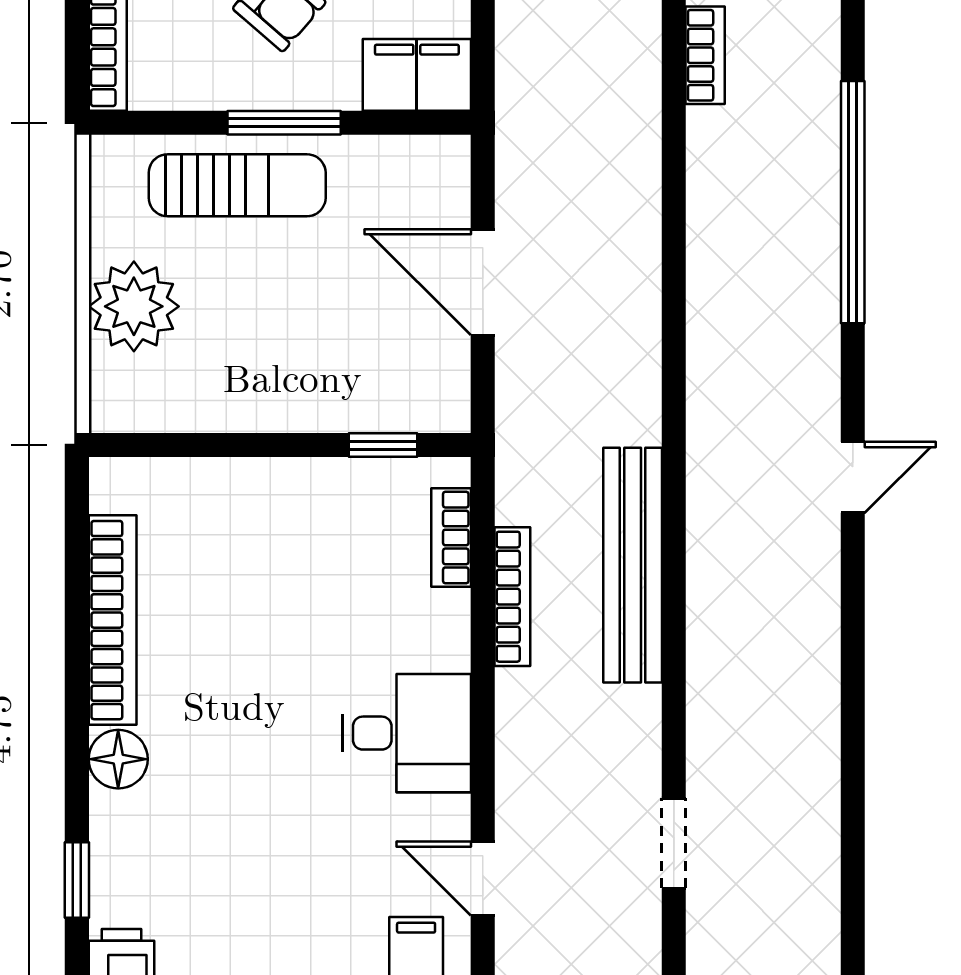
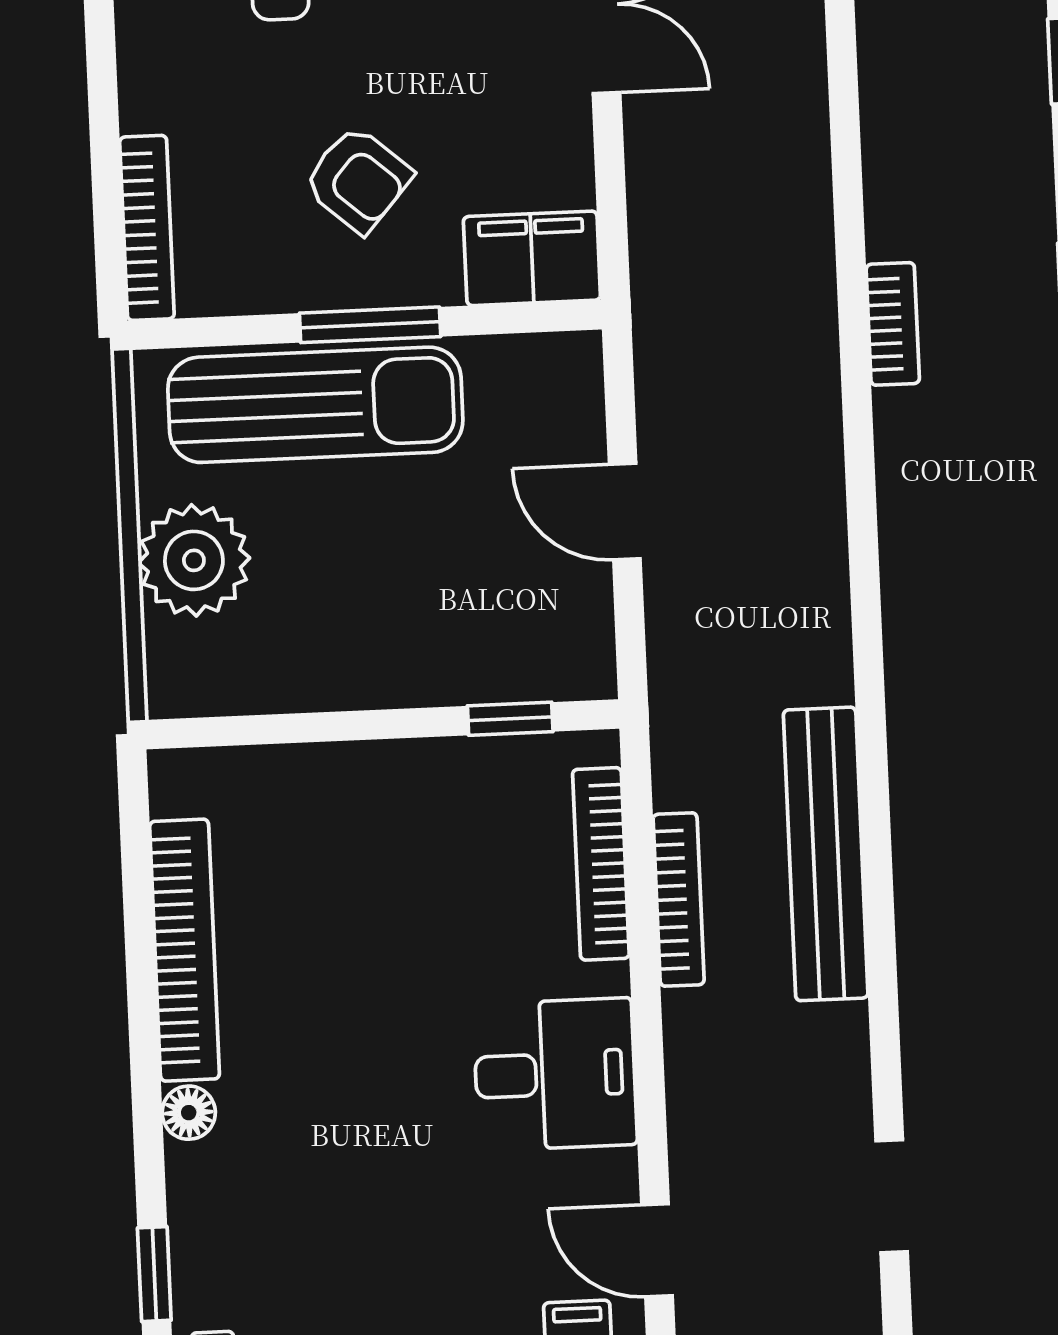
bookcase: (705, 55) -> (893, 324), moved
sun lounger: (237, 185) -> (315, 405), width x1.36, depth x1.34
door: (483, 282) -> (625, 512), width x0.73
bookcase: (451, 537) -> (601, 864), width x1.56
floor lamp: (118, 759) -> (189, 1113), width x0.73, depth x0.73

